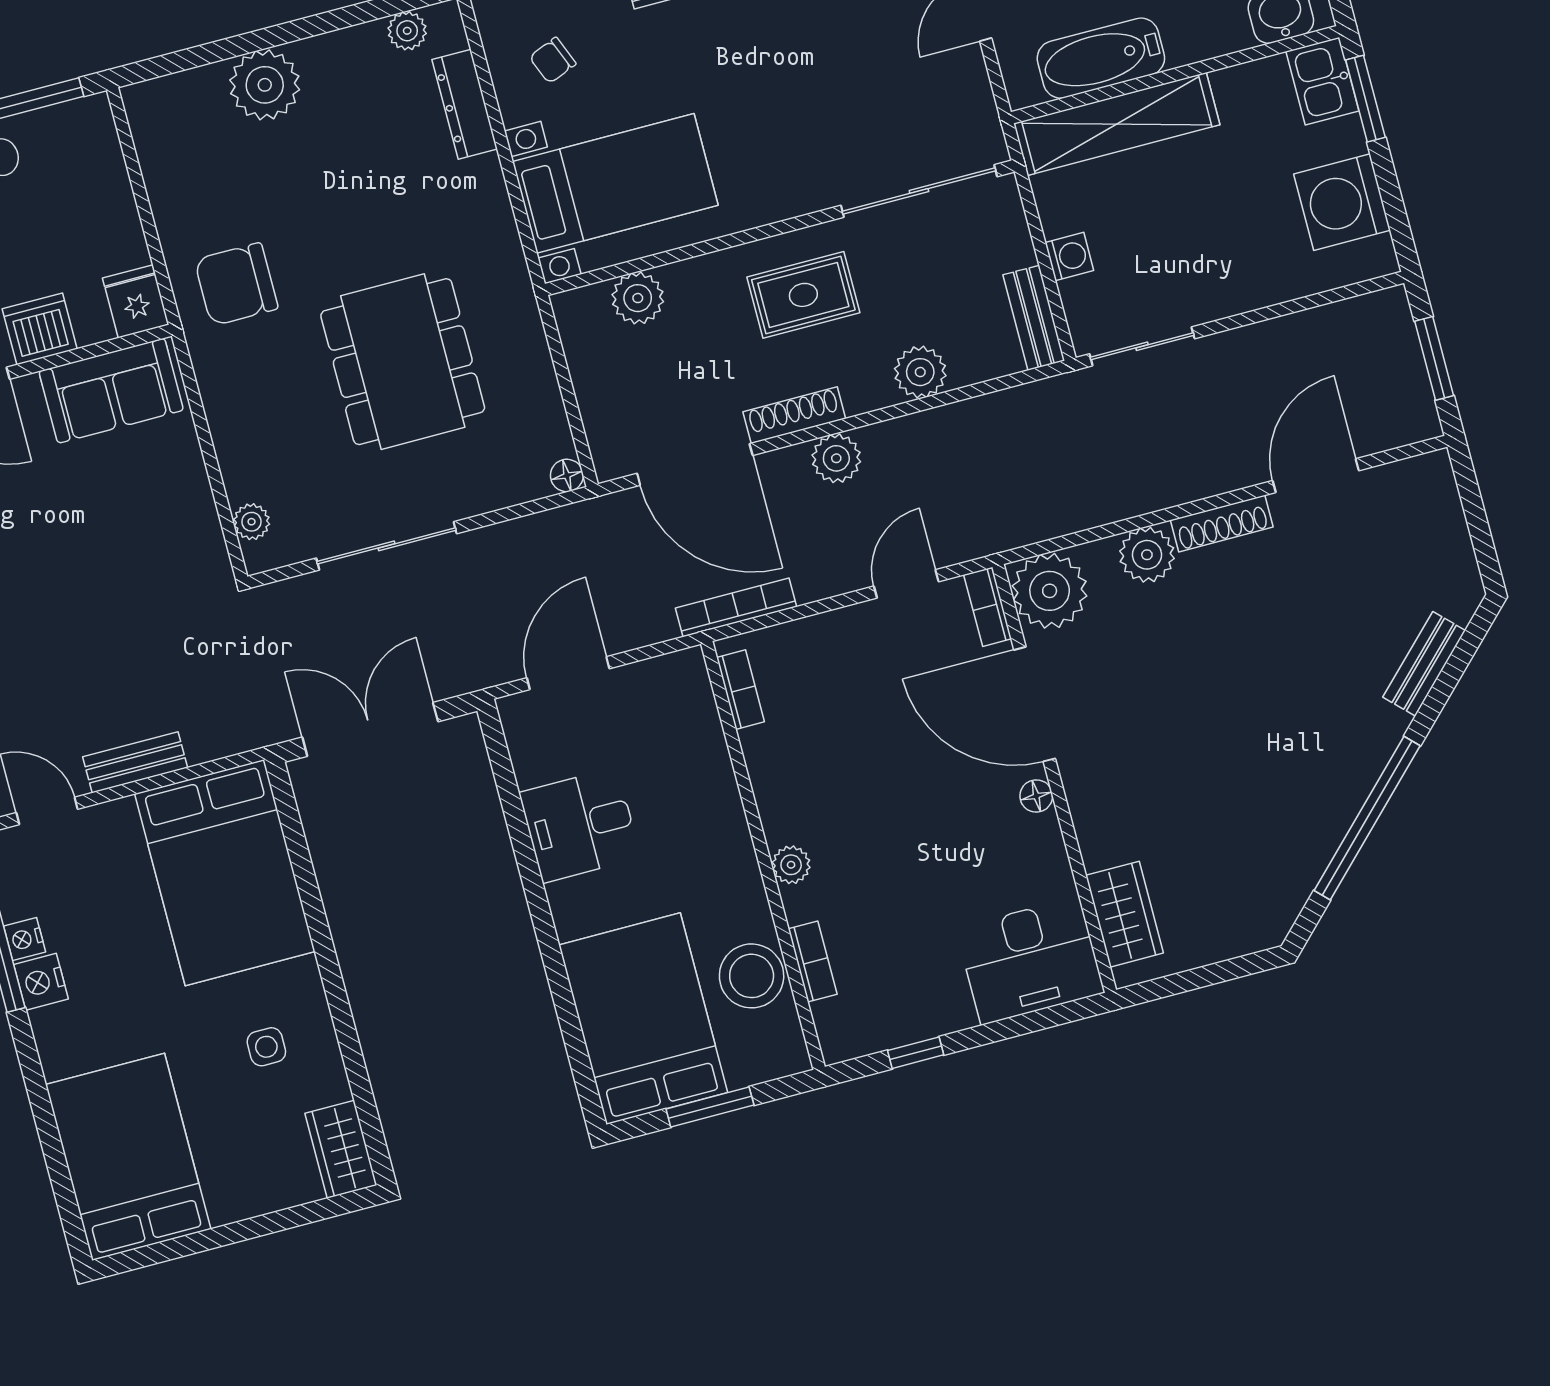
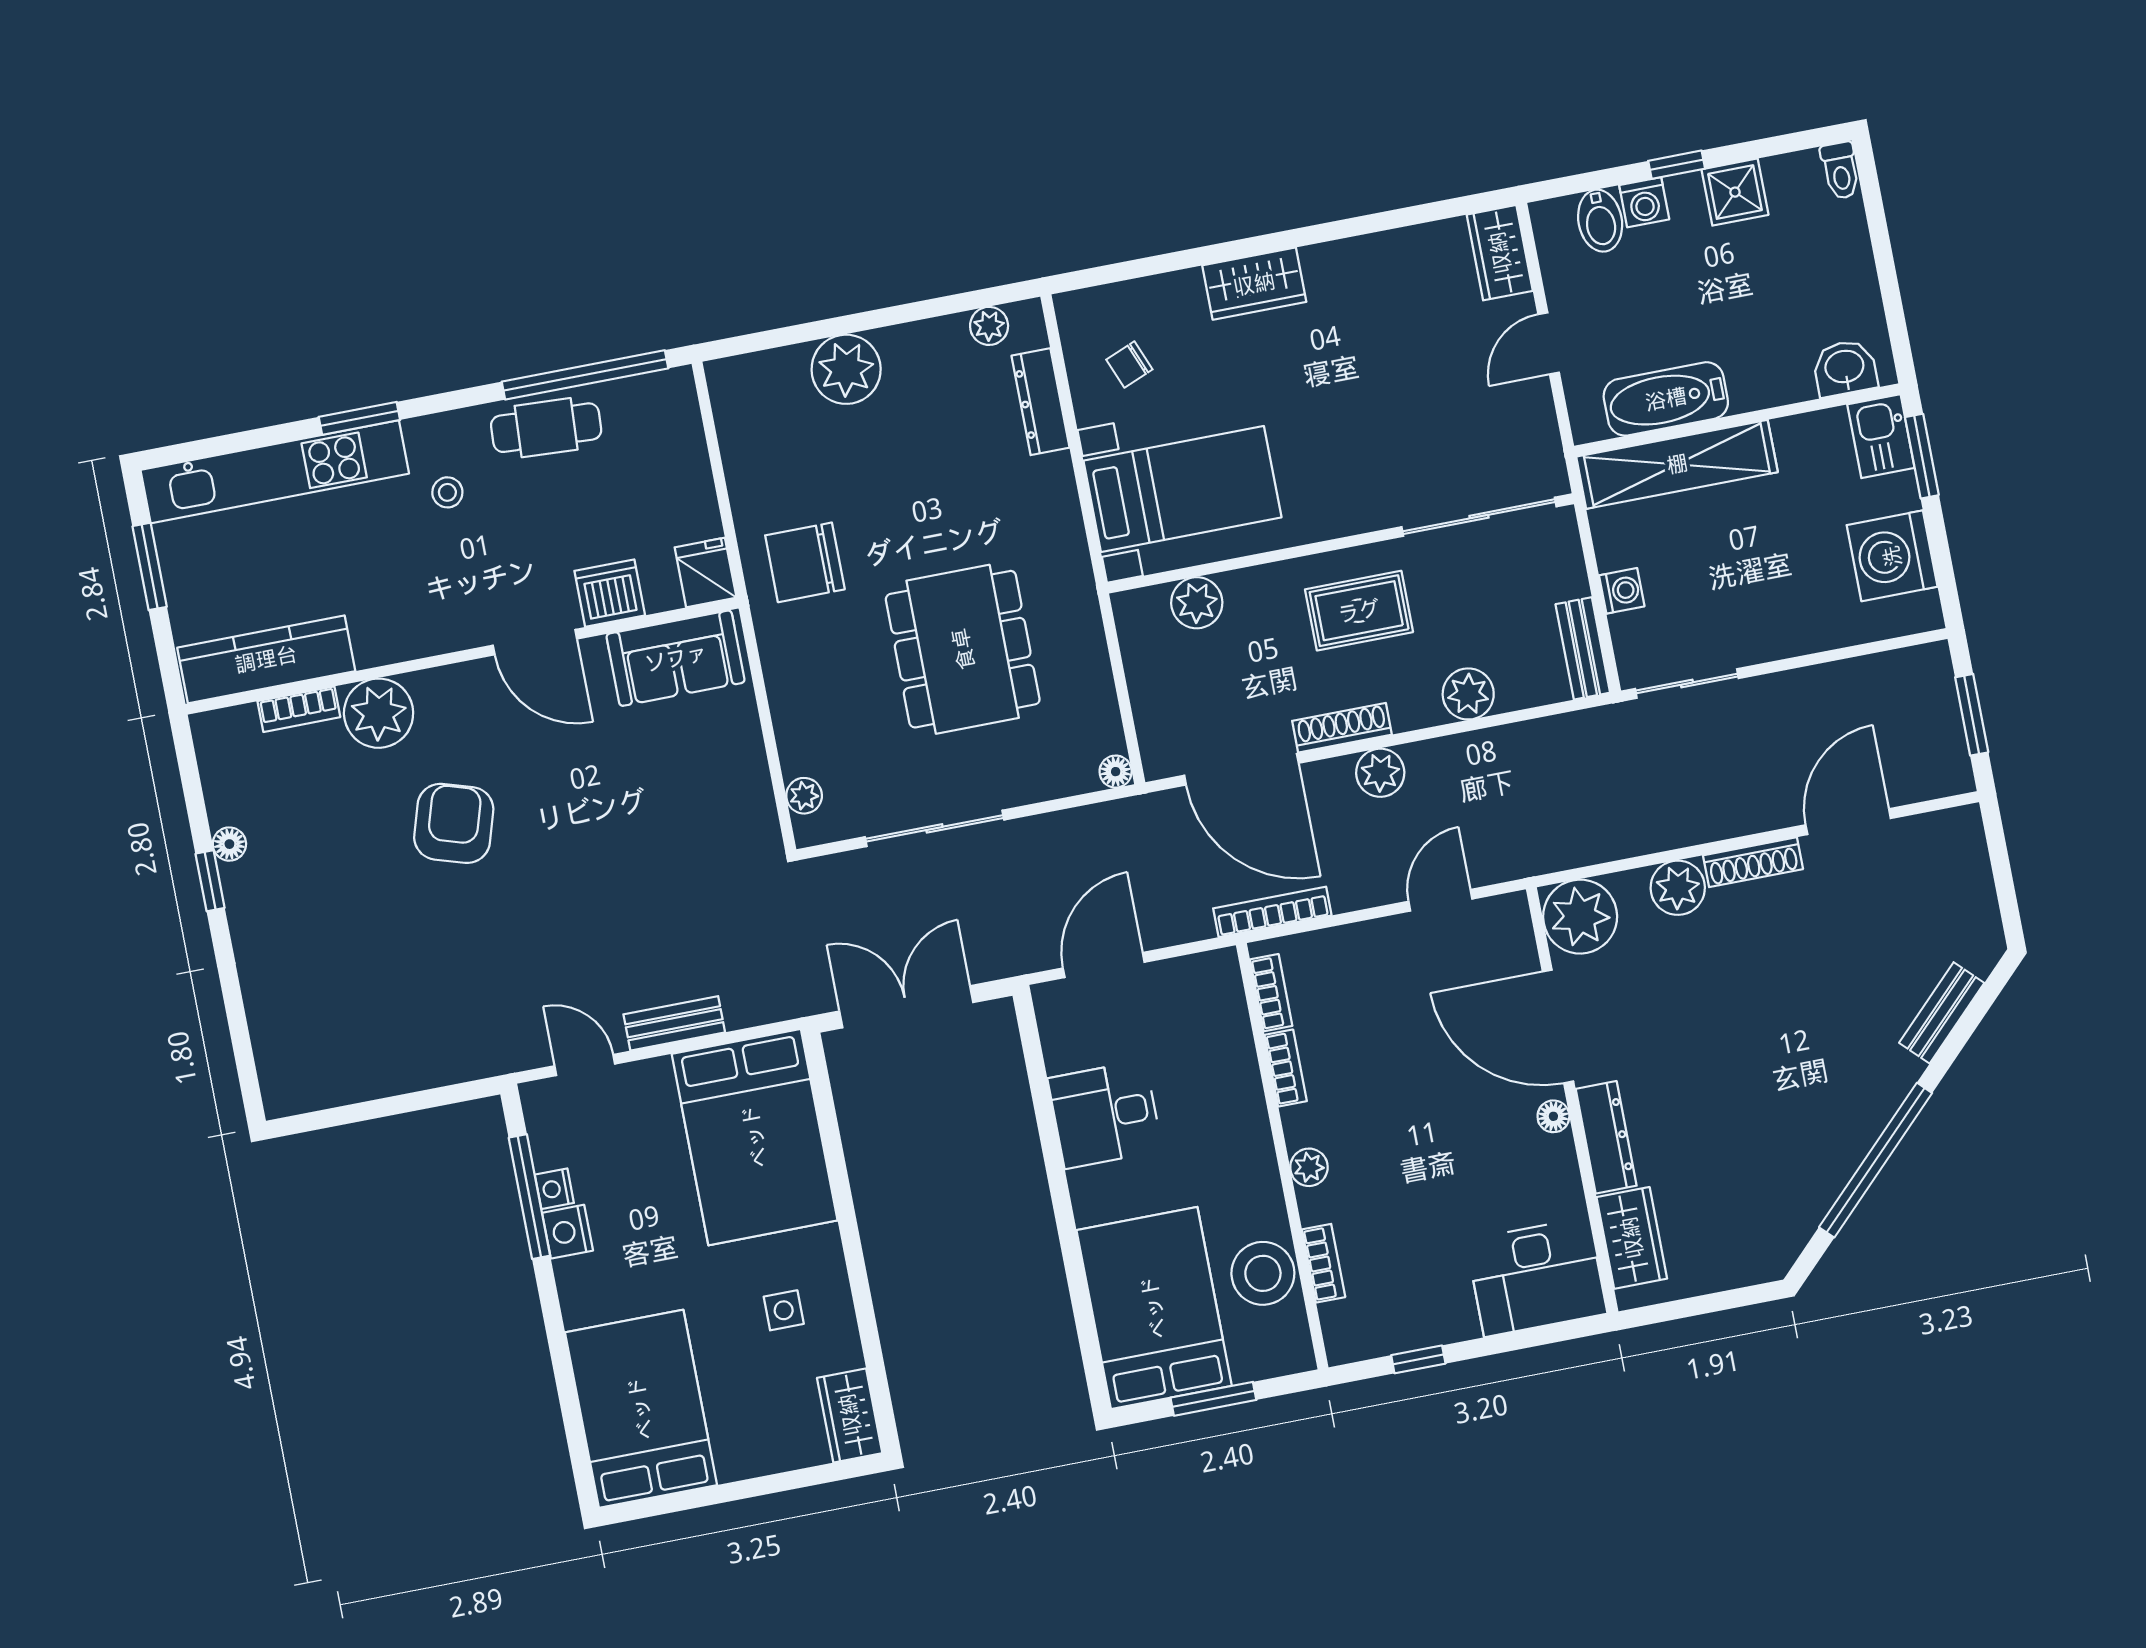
bookcase: (988, 607) -> (1286, 1068), moved, turned 180
dresser: (1091, 814) -> (1606, 1137), added

